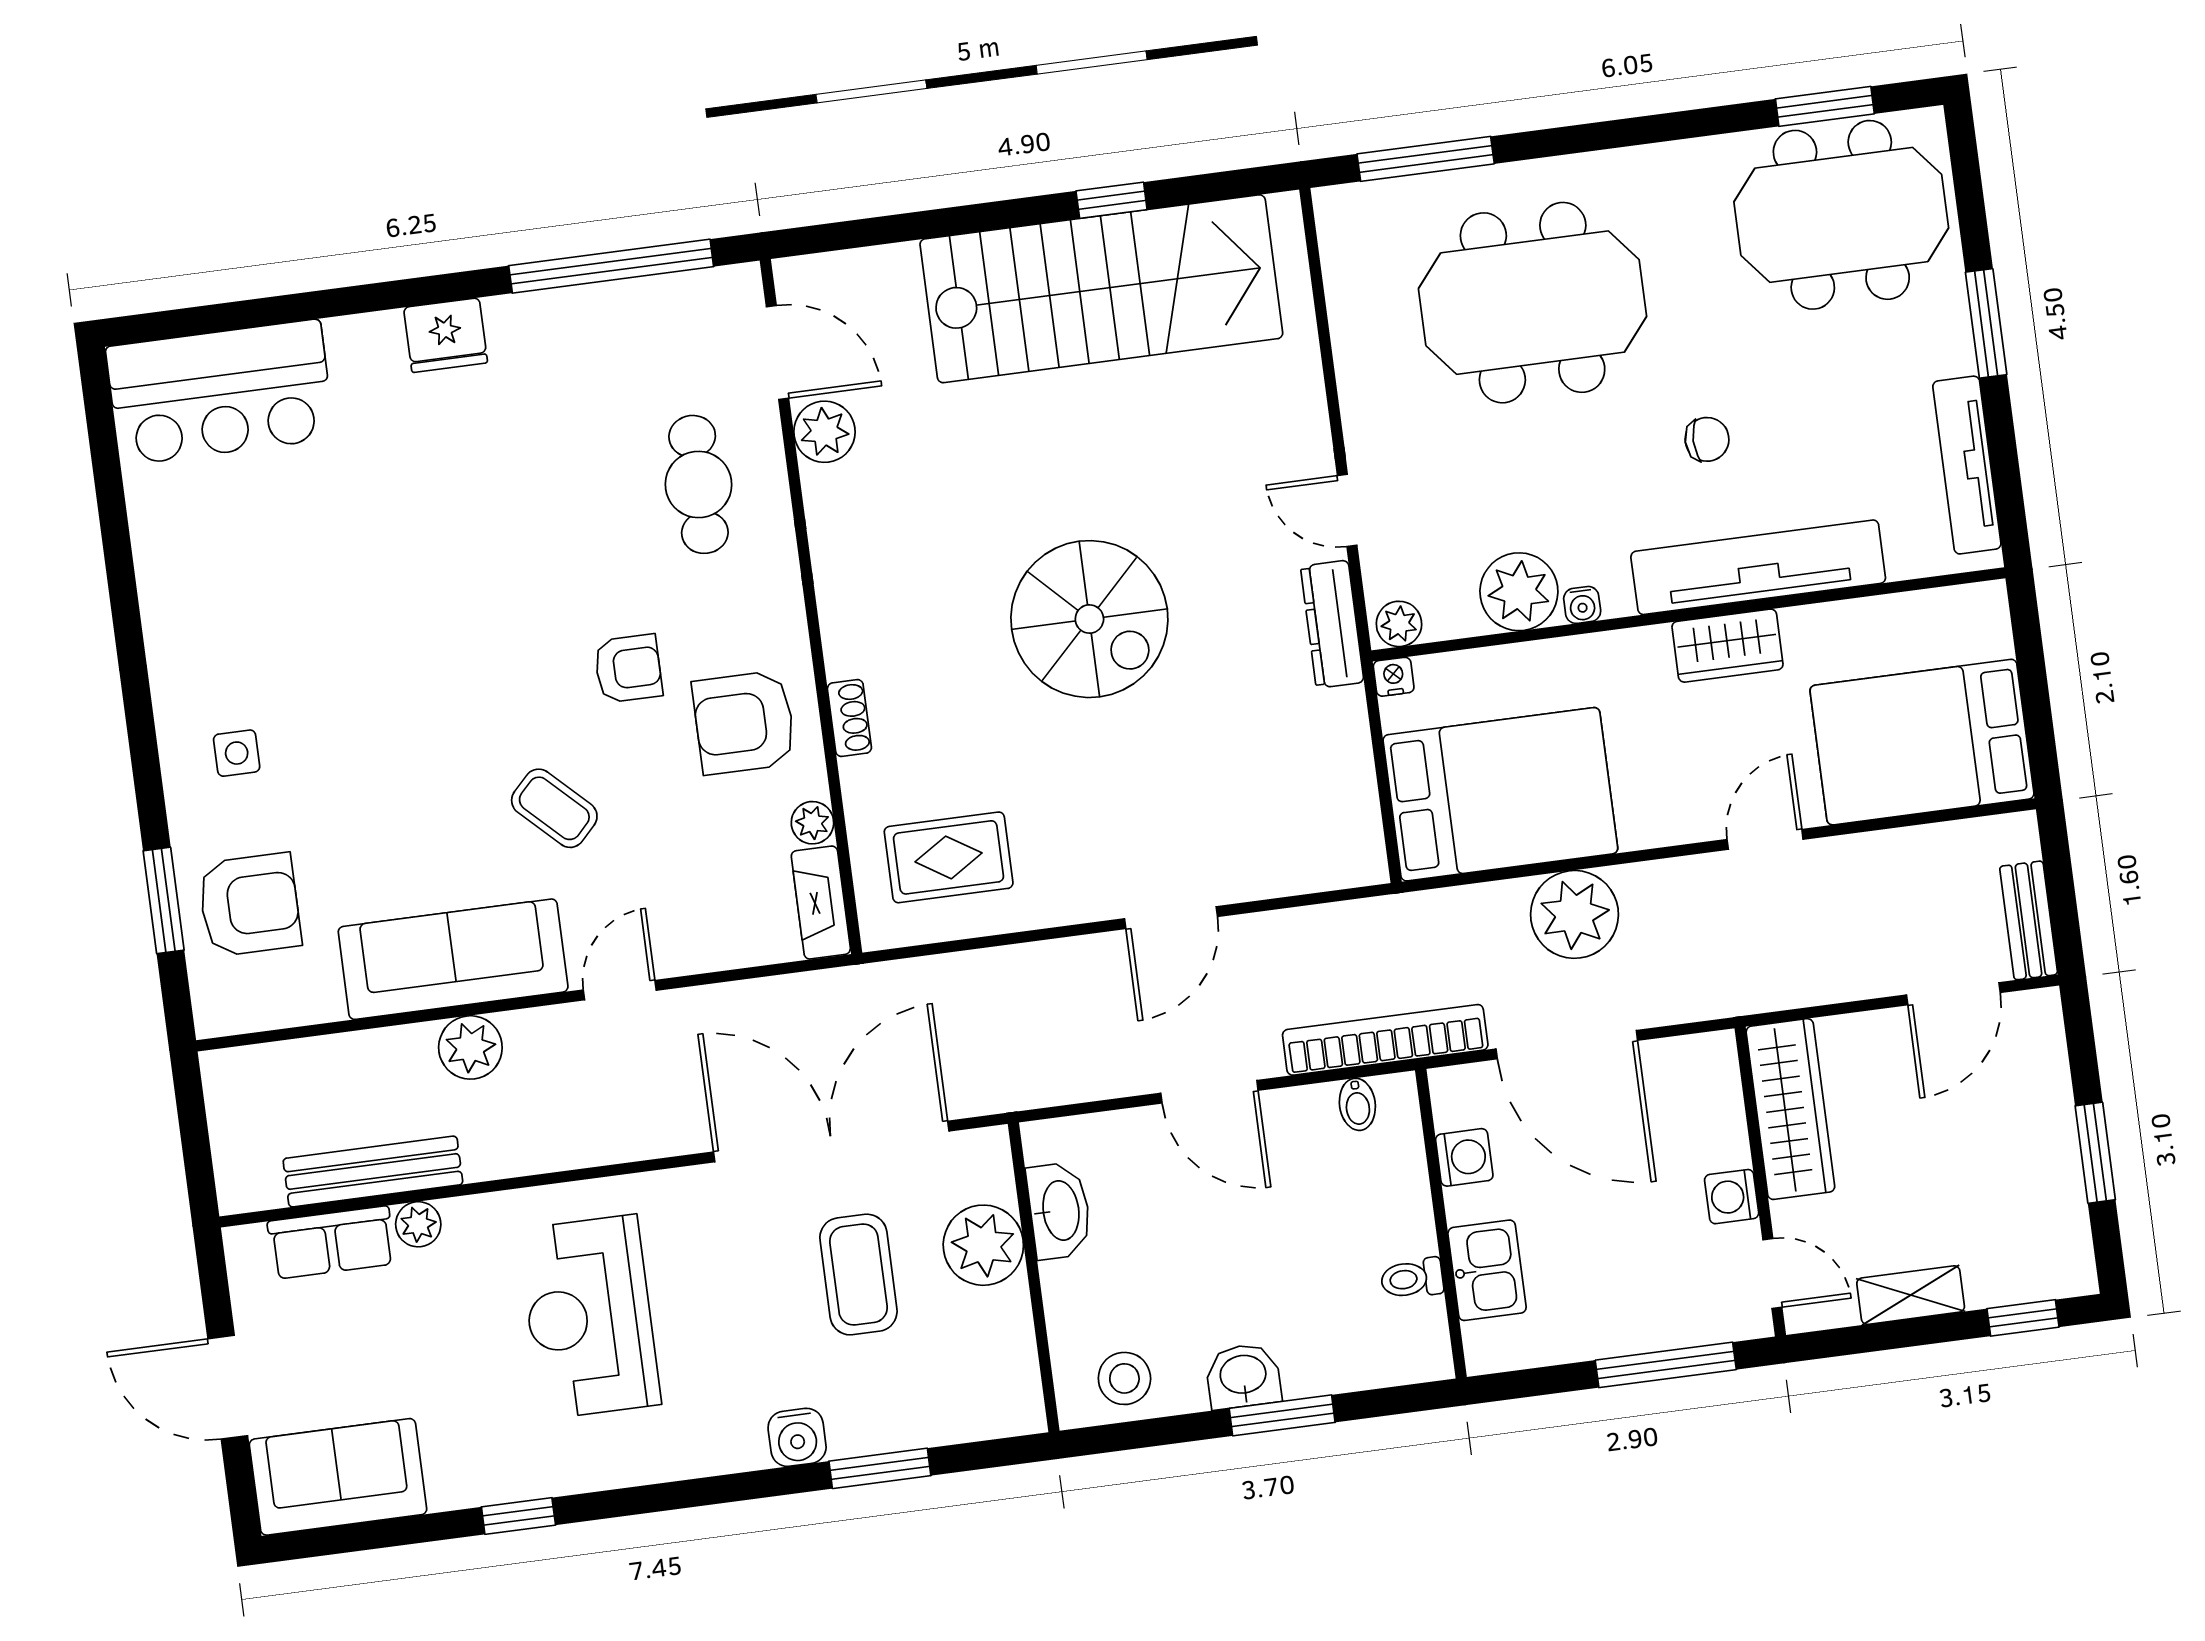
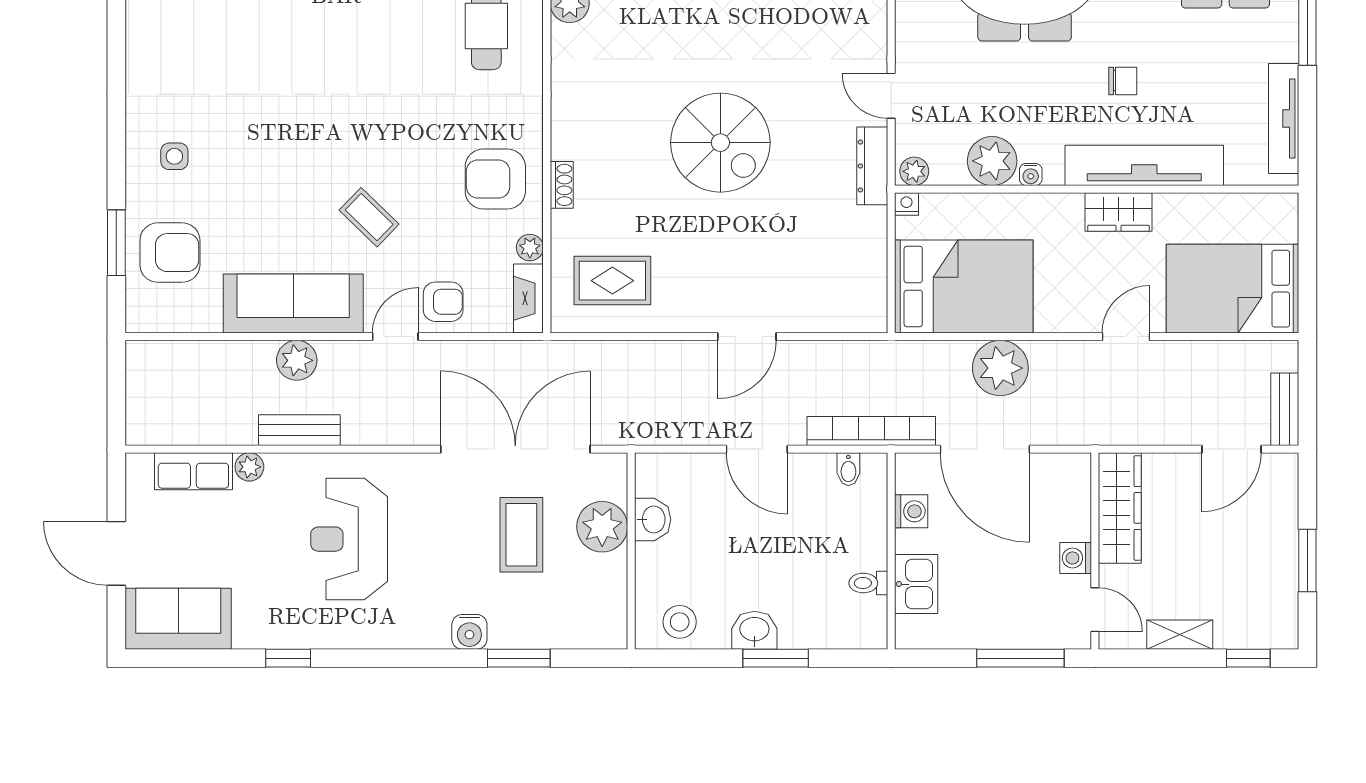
armchair: (628, 669) -> (443, 302), moved
bench: (373, 1172) -> (299, 430), moved, width x0.73
washbasin: (1059, 1211) -> (653, 520), width x0.72

